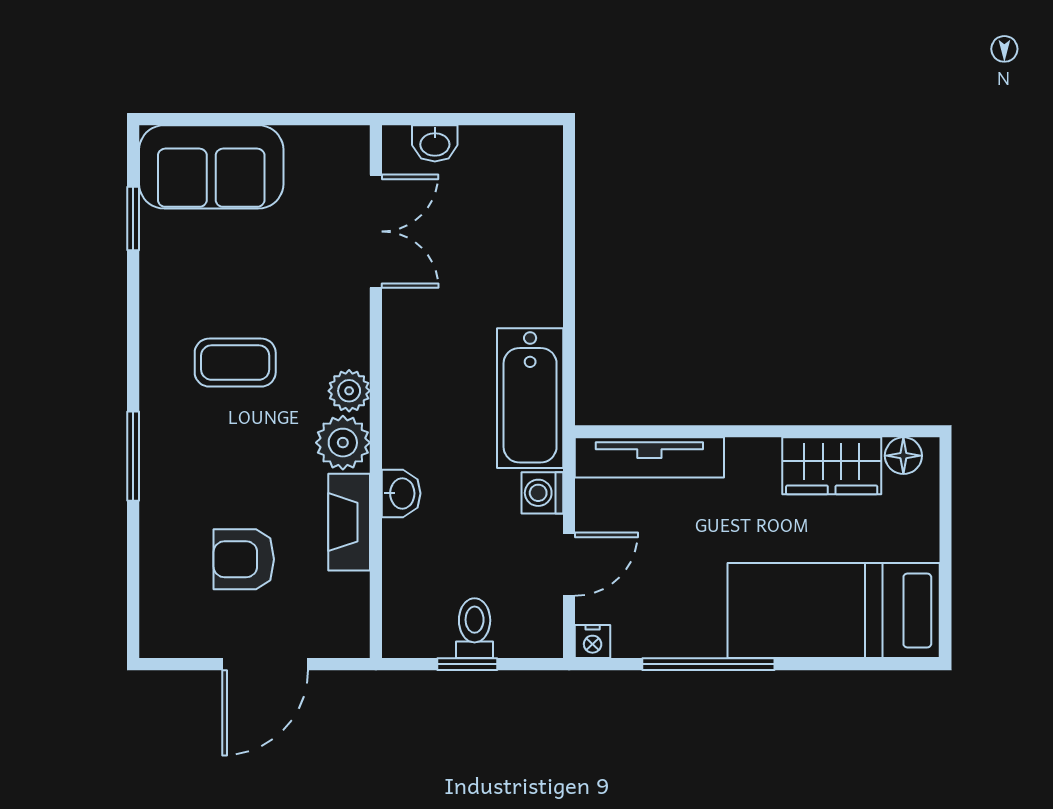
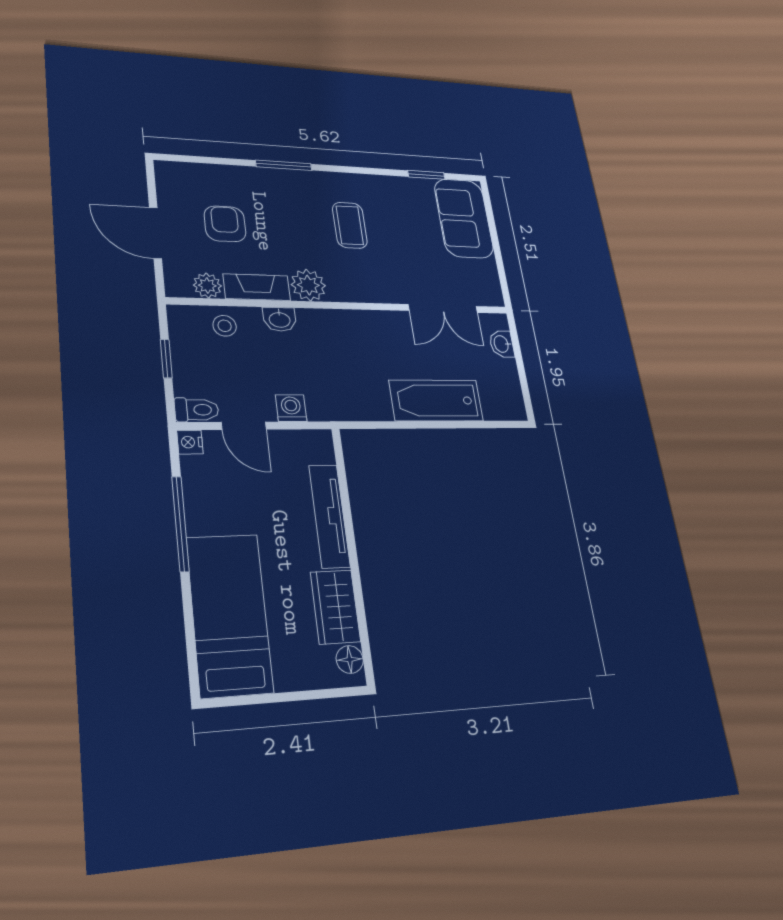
plant: (349, 391) -> (207, 285), moved
bathtub: (530, 398) -> (436, 400), moved
tv unit: (649, 457) -> (329, 516), moved
stool: (414, 576) -> (225, 326), added
toilet: (475, 628) -> (197, 410), moved

